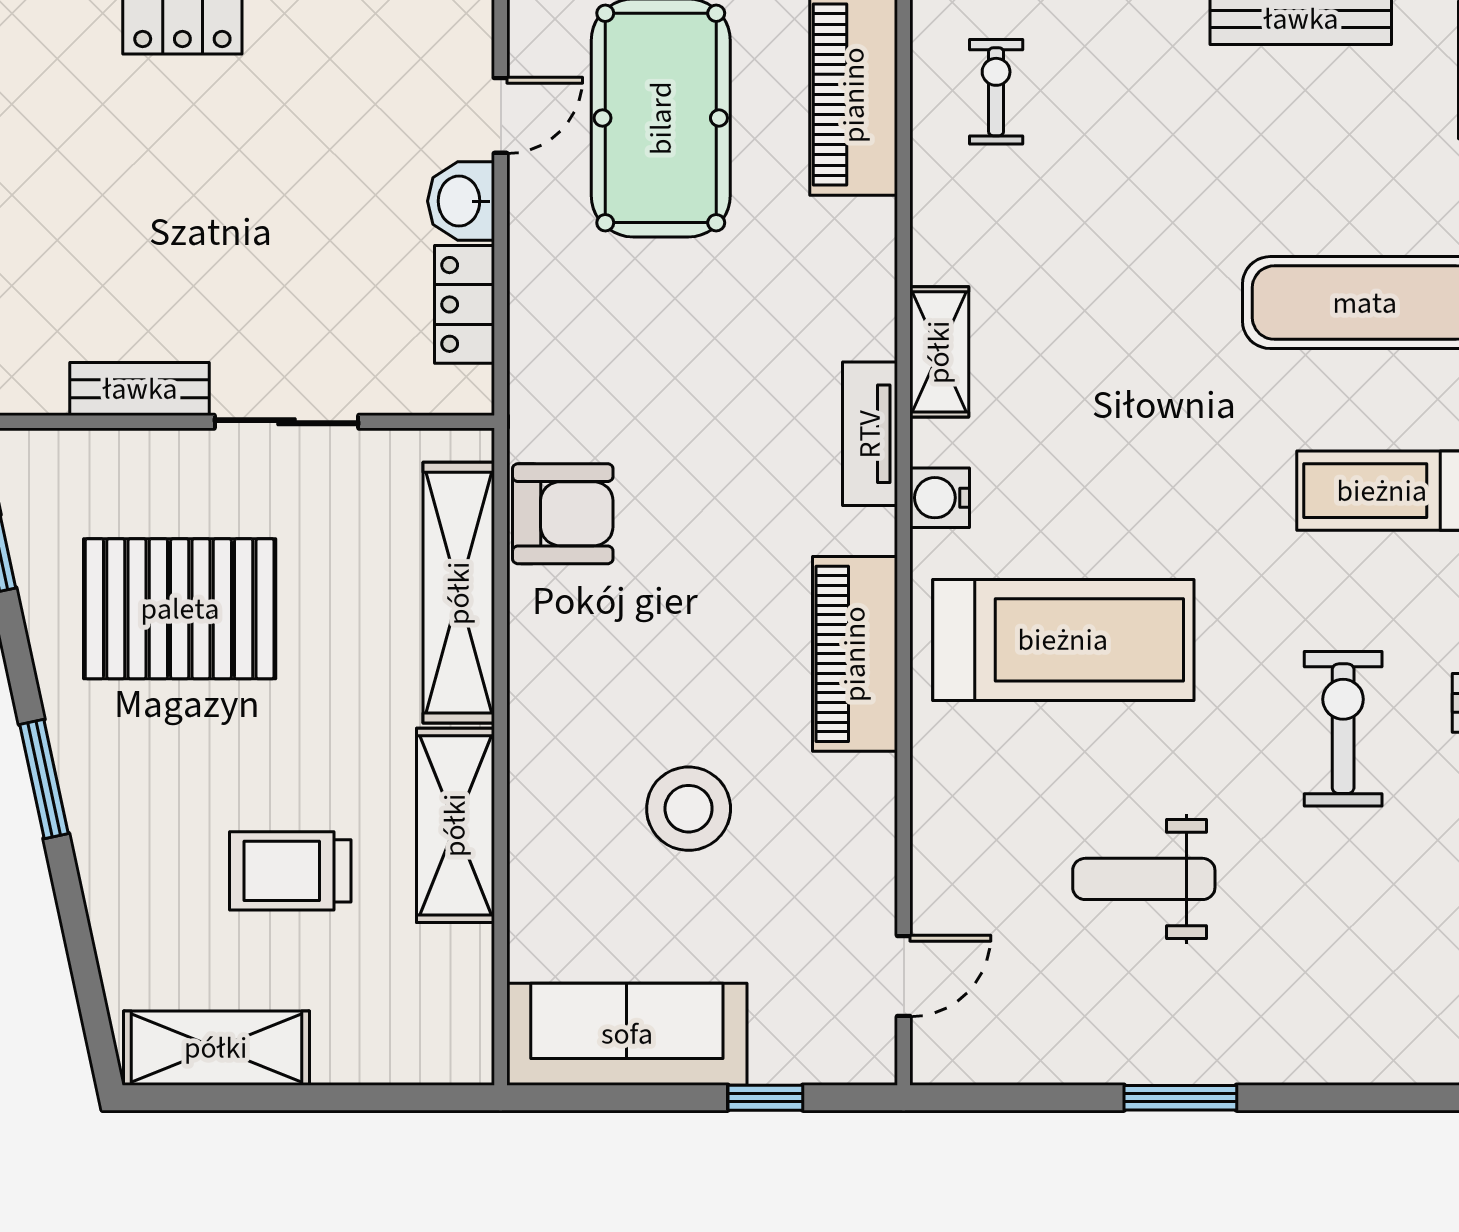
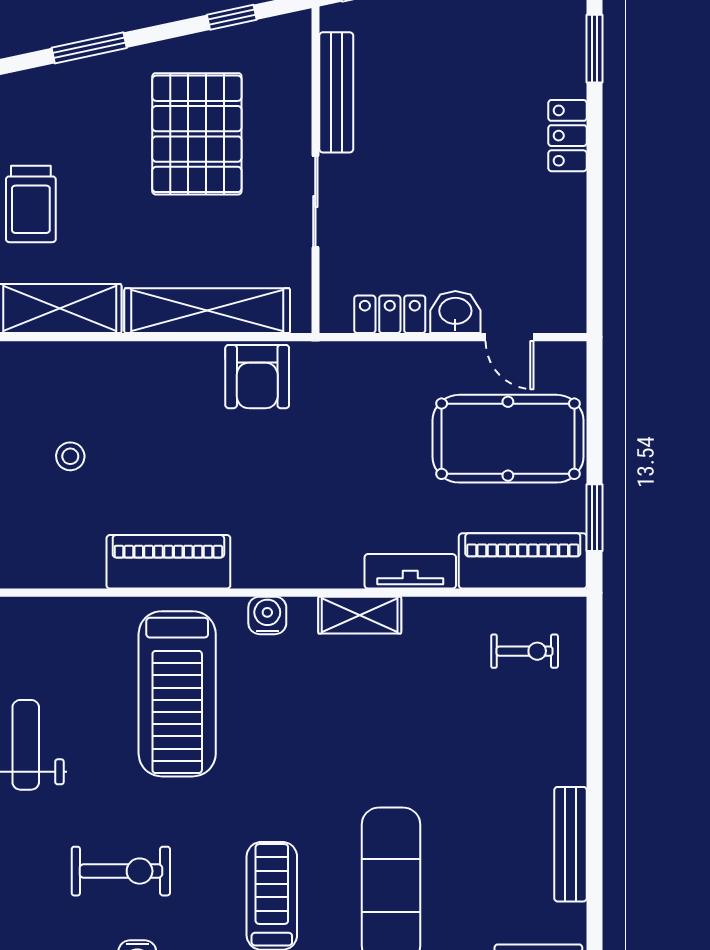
bench: (140, 389) -> (336, 92), width x1.36
tv unit: (870, 434) -> (410, 571), moved
stool: (689, 809) -> (70, 456), width x0.53, depth x0.53
trolley: (290, 871) -> (31, 204), turned 180

